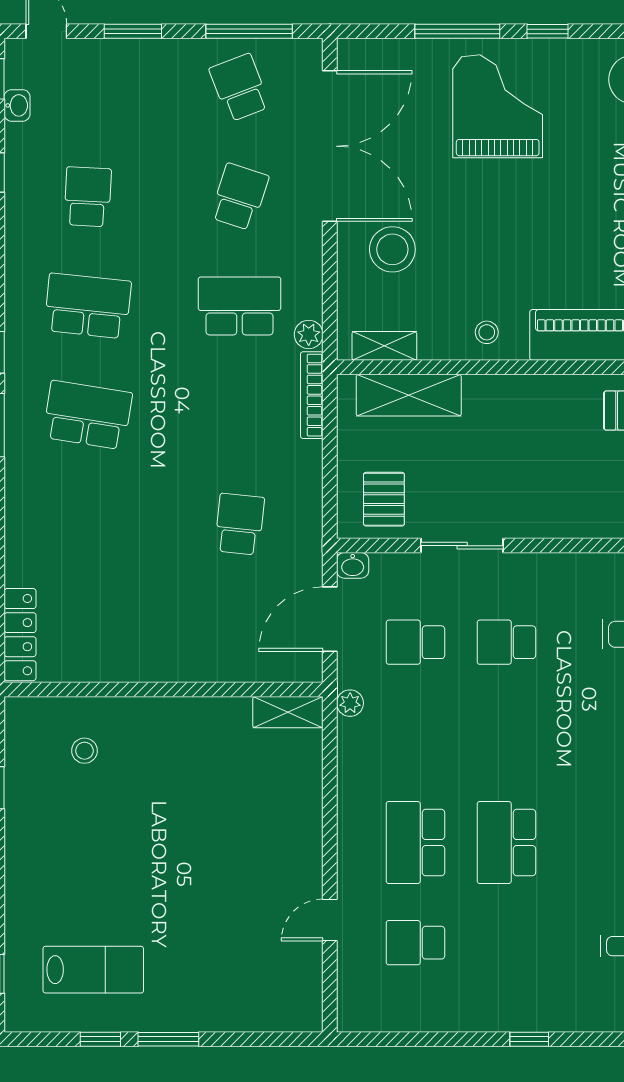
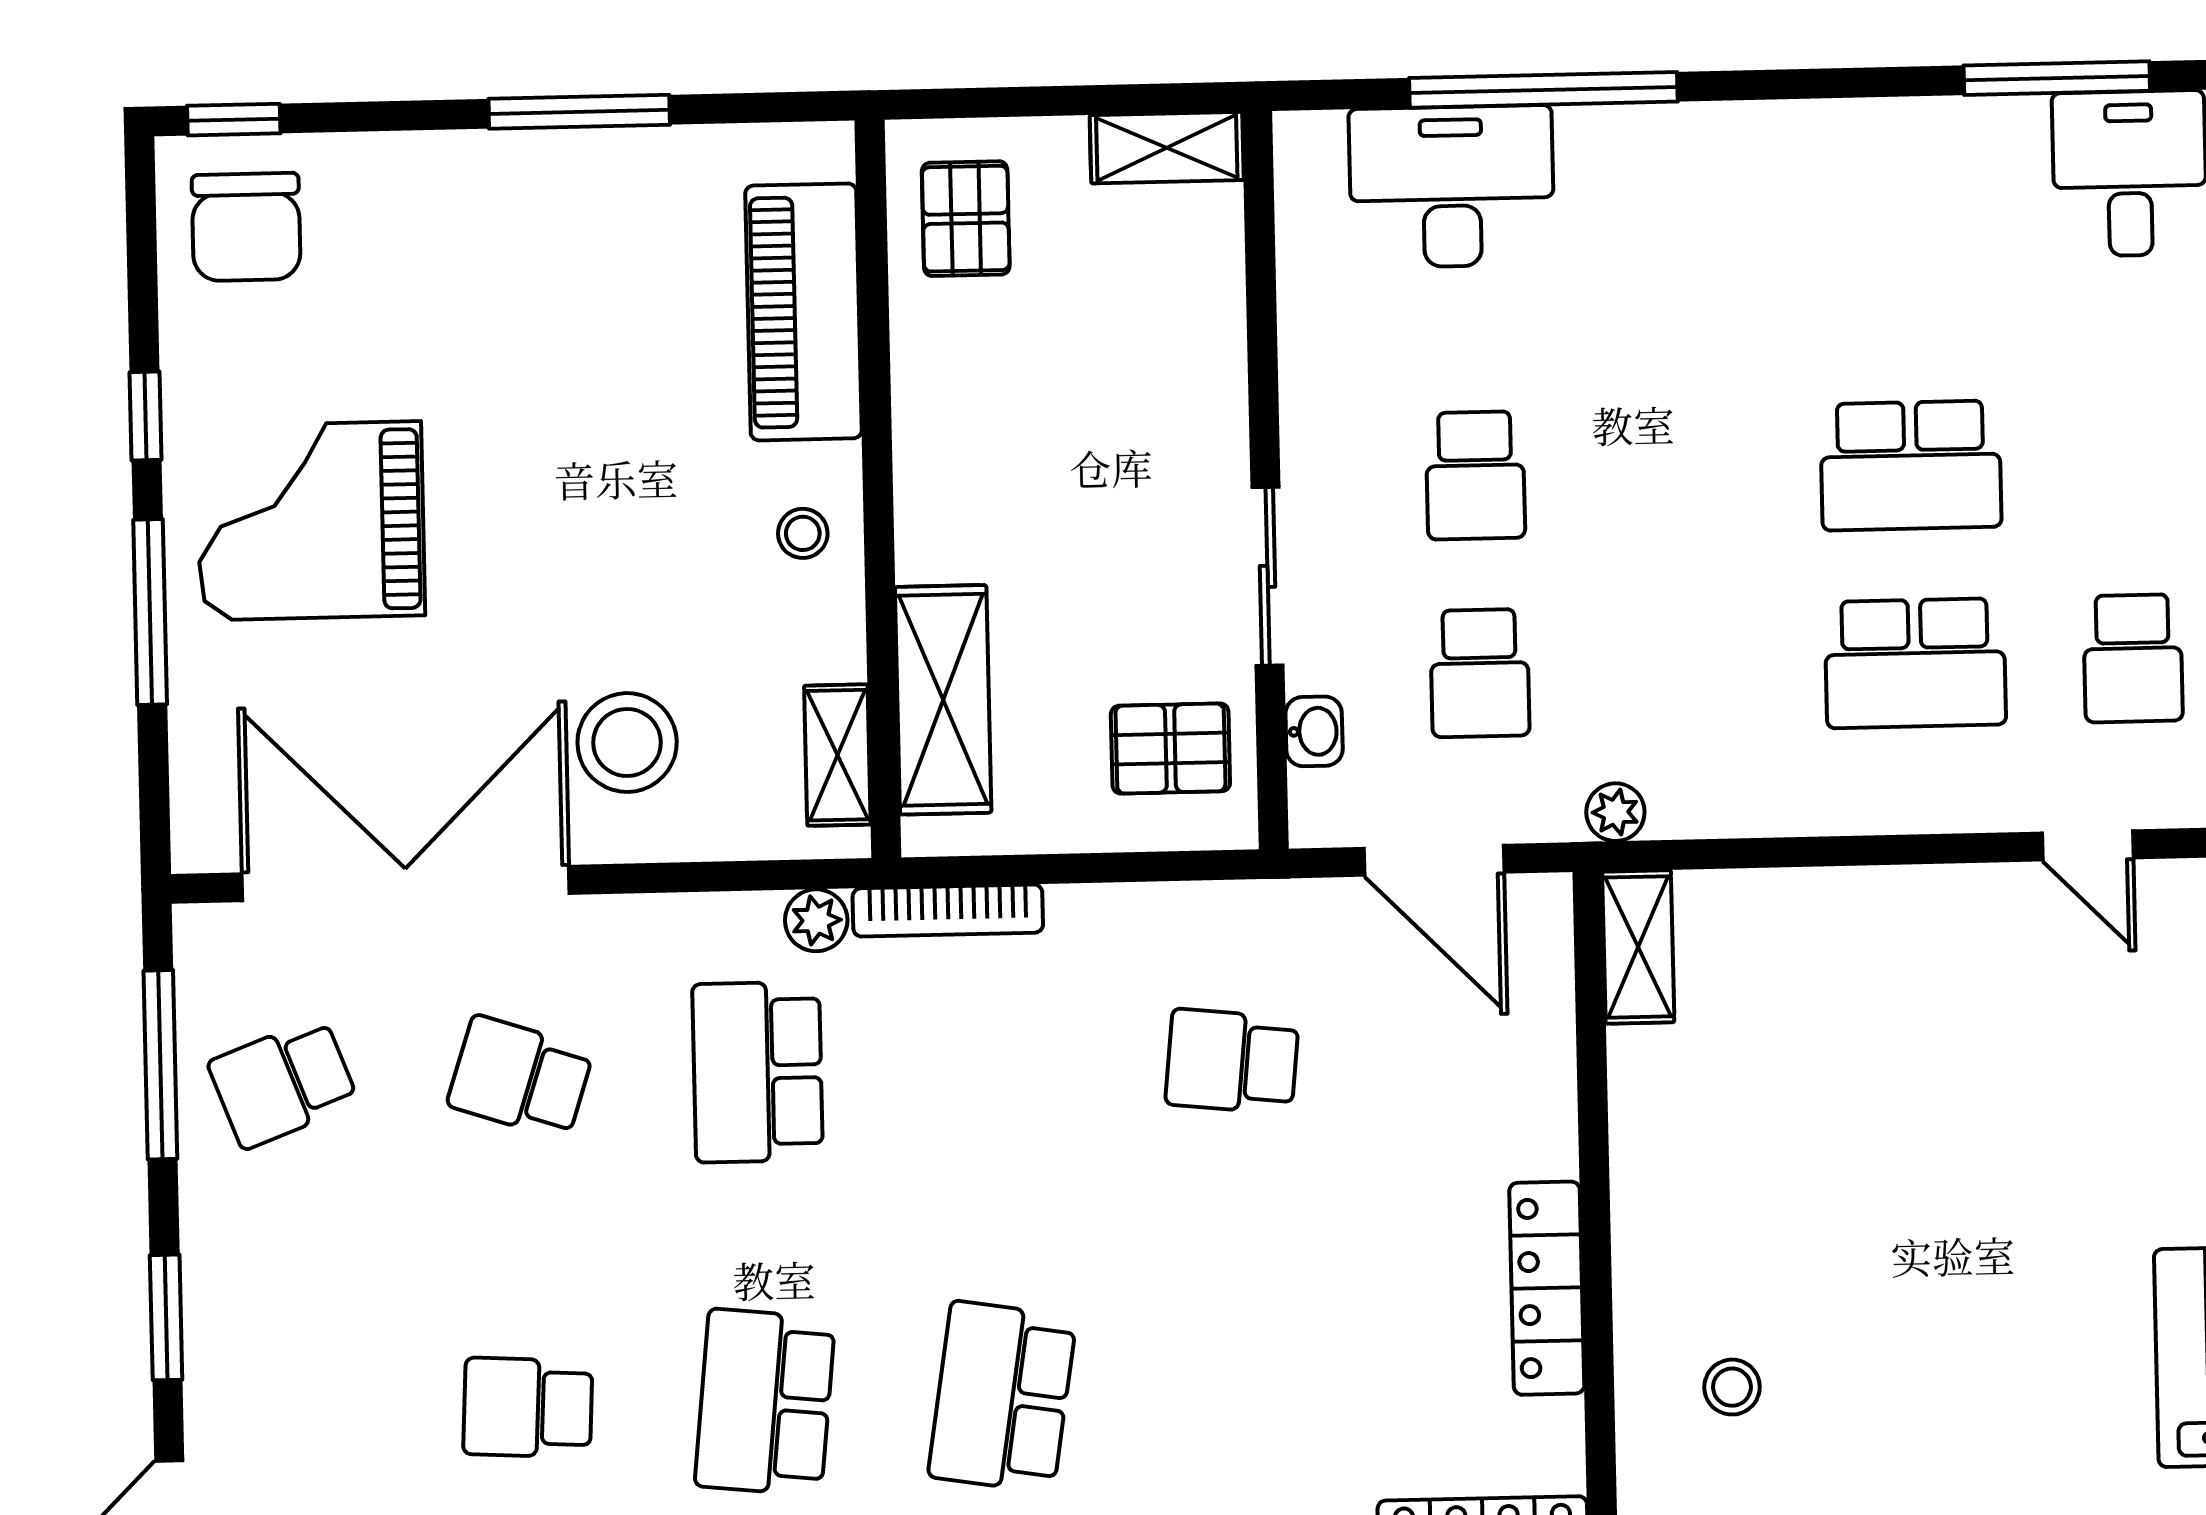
washbasin: (353, 565) -> (1314, 731), moved
locker: (132, 667) -> (1547, 1288), added

